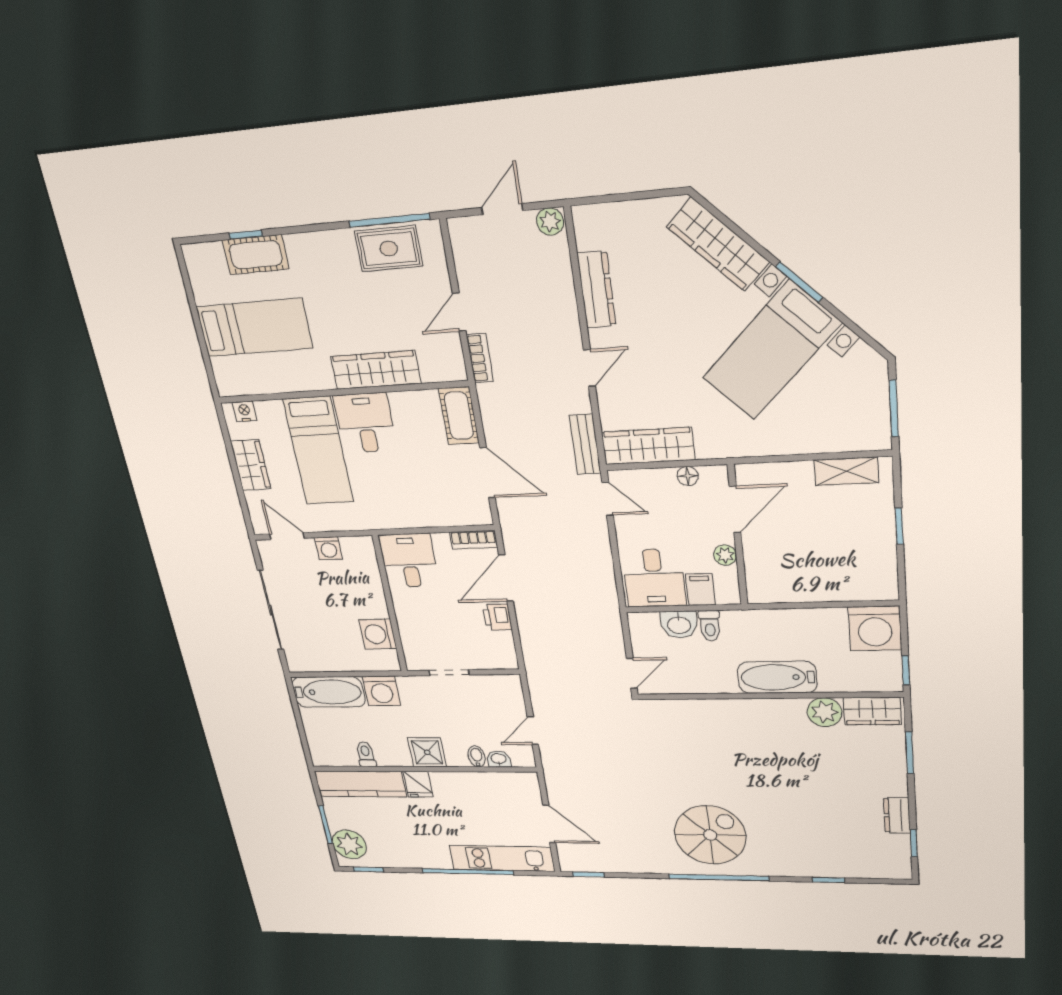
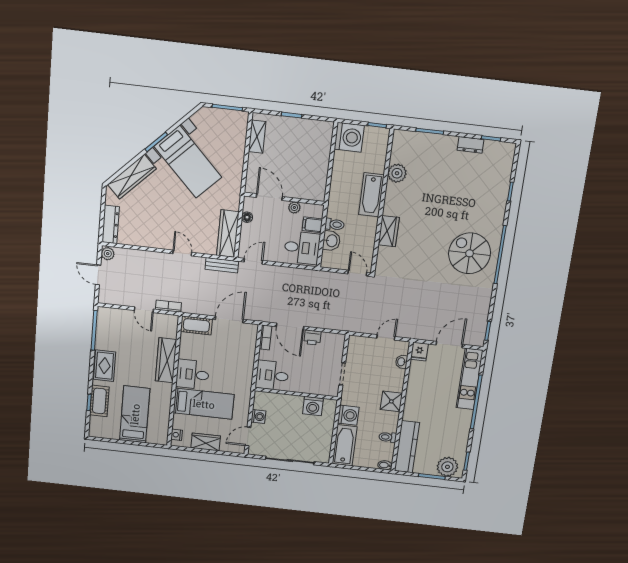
rug: (389, 249) -> (105, 366), moved
dresser: (596, 290) -> (111, 225), moved, turned 90
wardrobe: (872, 711) -> (389, 231), moved
door: (533, 731) -> (386, 337), swing flipped
bidet: (477, 756) -> (385, 465), moved
fridge: (418, 784) -> (419, 352), moved, turned 90

